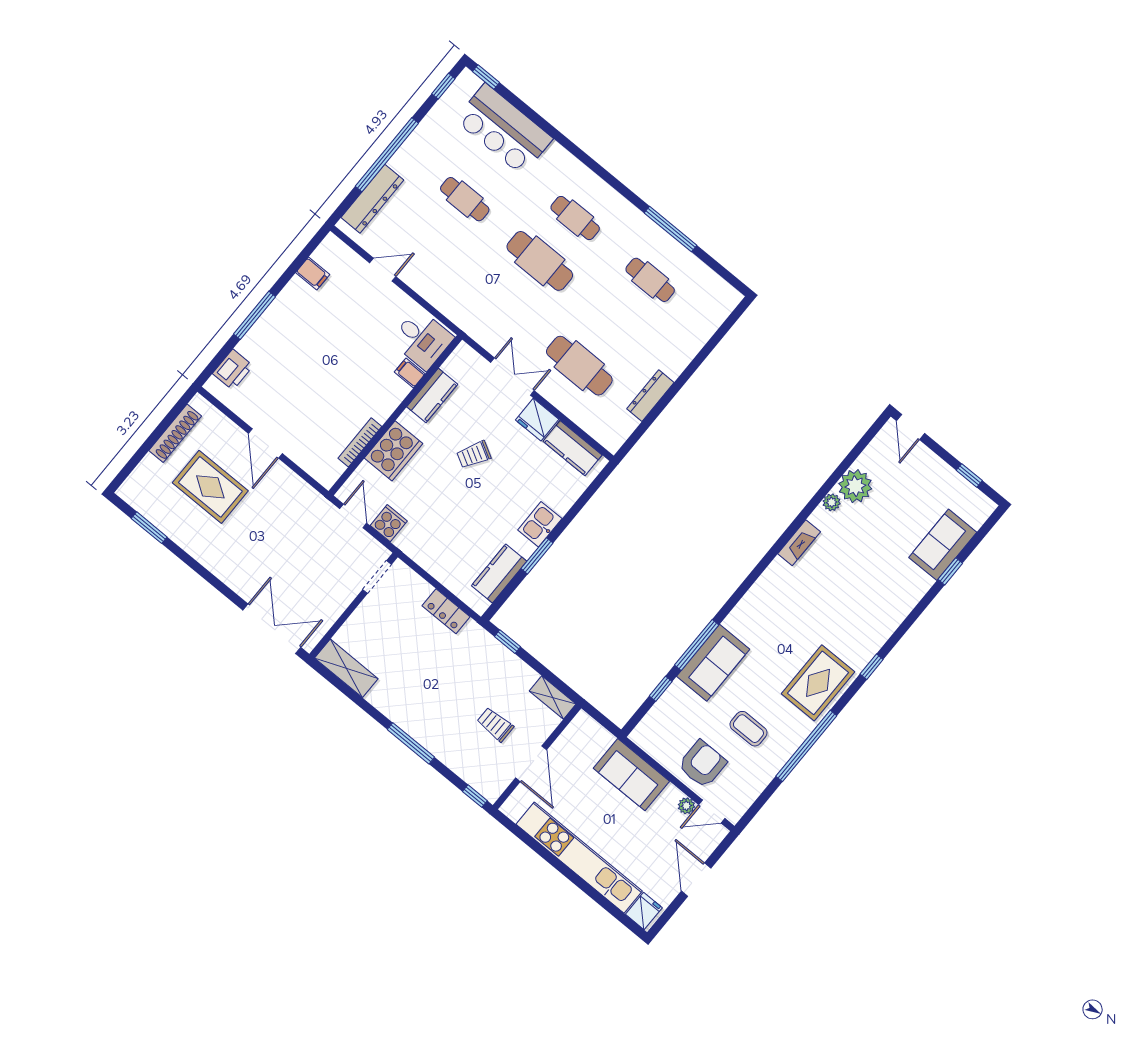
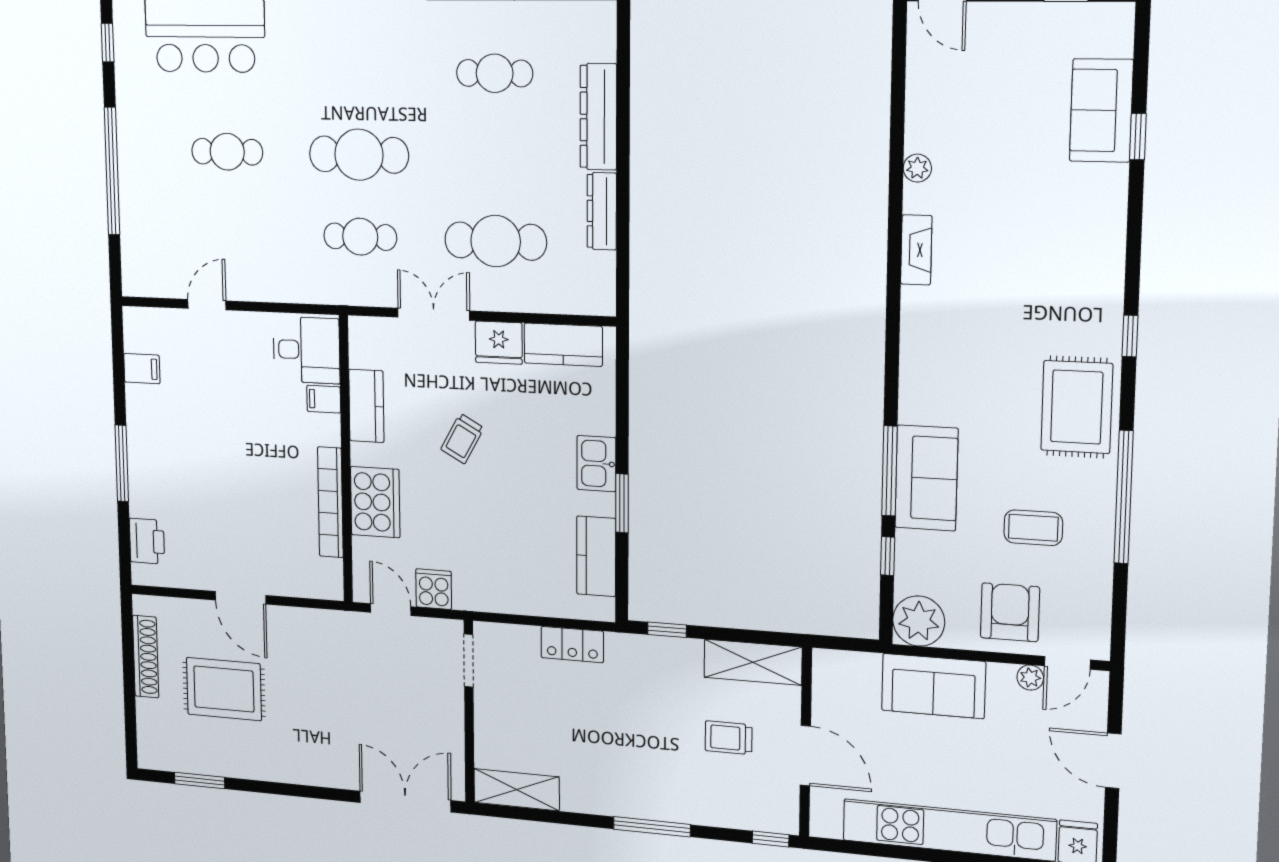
dresser: (372, 199) -> (598, 117), moved, turned 180
cafe table: (575, 218) -> (360, 237), moved
bookcase: (360, 442) -> (330, 502), width x1.48, depth x1.31
plant: (855, 486) -> (919, 621), moved
shelving: (553, 698) -> (753, 662), width x1.50, depth x1.33

